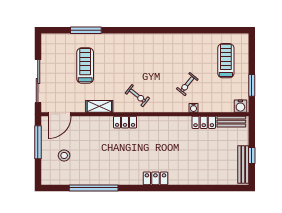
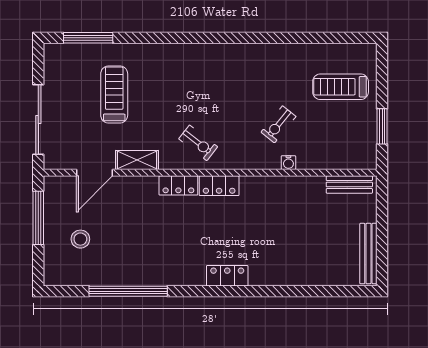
window: (86, 30) -> (88, 38), moved
treadmill: (226, 61) -> (341, 87), turned -90
water cooler: (240, 106) -> (364, 160), removed
door: (60, 114) -> (95, 173), moved
locker: (204, 122) -> (219, 186), moved
window: (252, 156) -> (382, 239), removed

